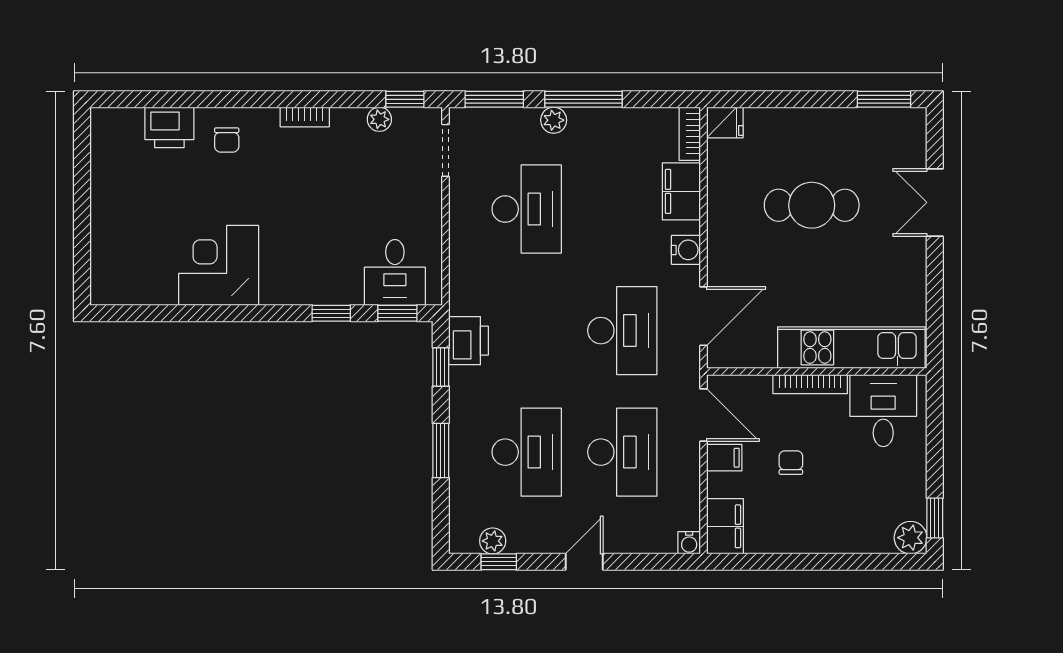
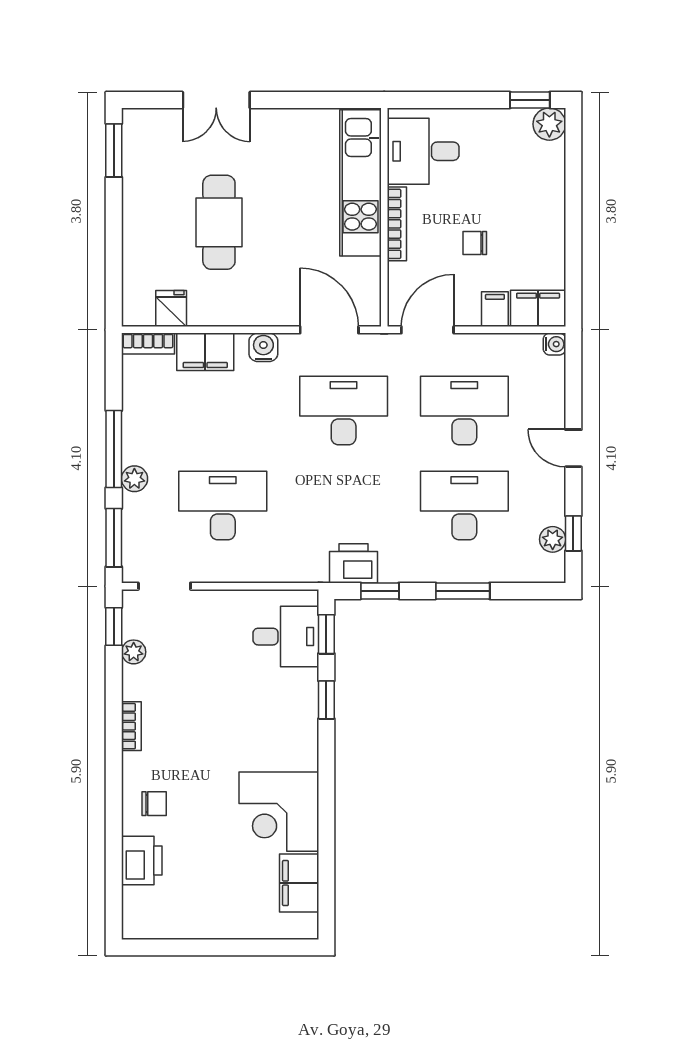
fridge: (725, 122) -> (171, 309), moved
filing cabinet: (147, 286) -> (299, 883), added
filing cabinet: (724, 458) -> (495, 309), moved

